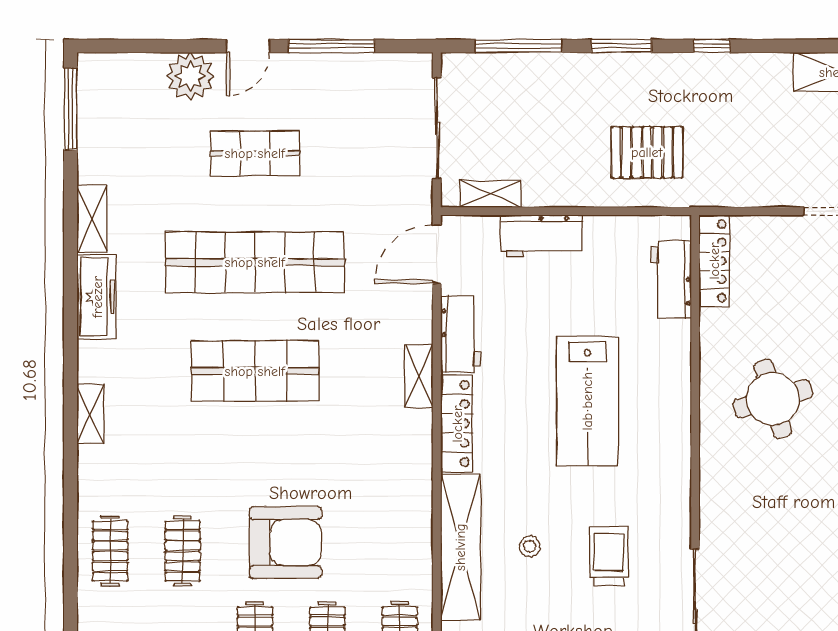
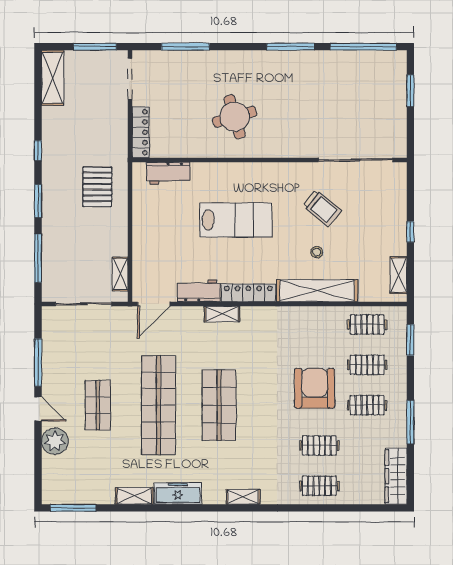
workbench: (542, 236) -> (144, 246), removed
door: (437, 254) -> (154, 304), hinge flipped
locker: (714, 261) -> (141, 132), moved, turned 90
trolley: (609, 556) -> (322, 208), turned -141

